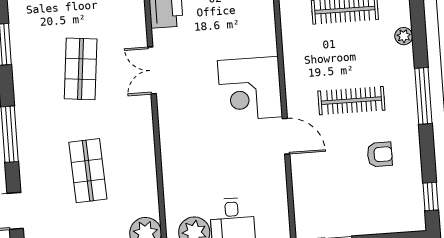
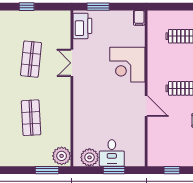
corner desk: (250, 89) -> (127, 65), moved

